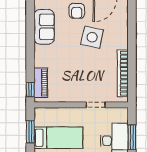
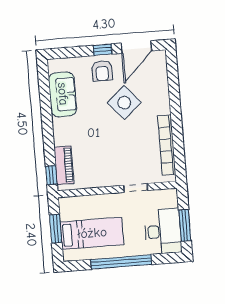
side table: (92, 37) -> (124, 103), turned 37

